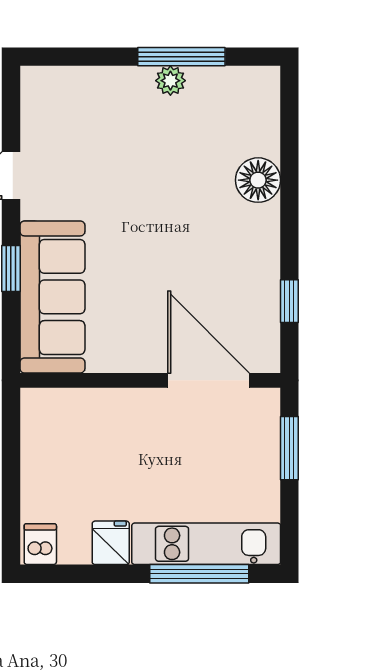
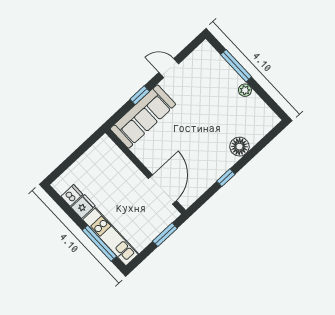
window: (181, 57) -> (236, 66), moved
window: (289, 301) -> (226, 178), moved
dishwasher: (40, 544) -> (72, 195), moved

